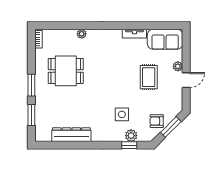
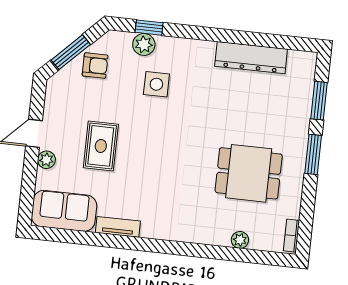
plant: (82, 34) -> (240, 240), moved

